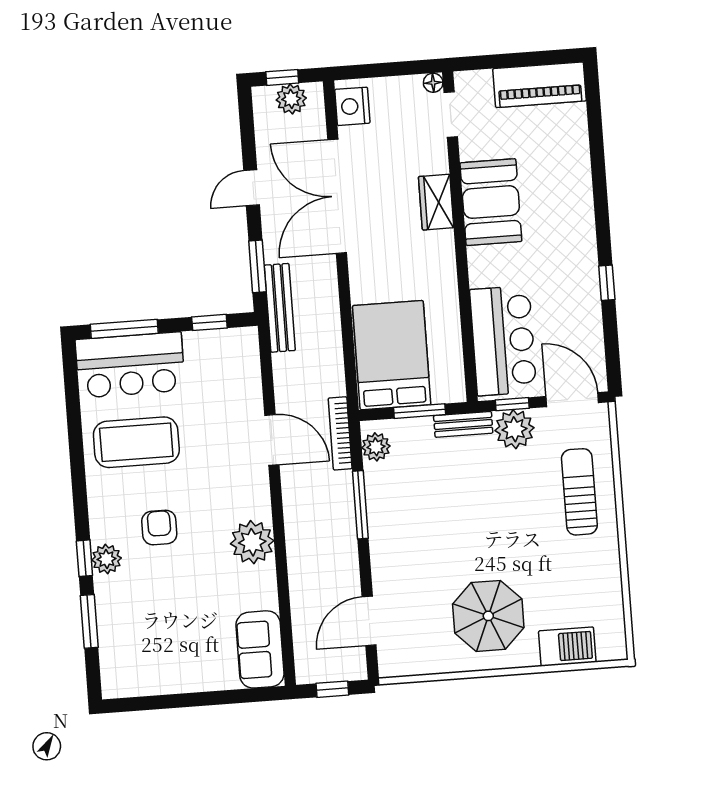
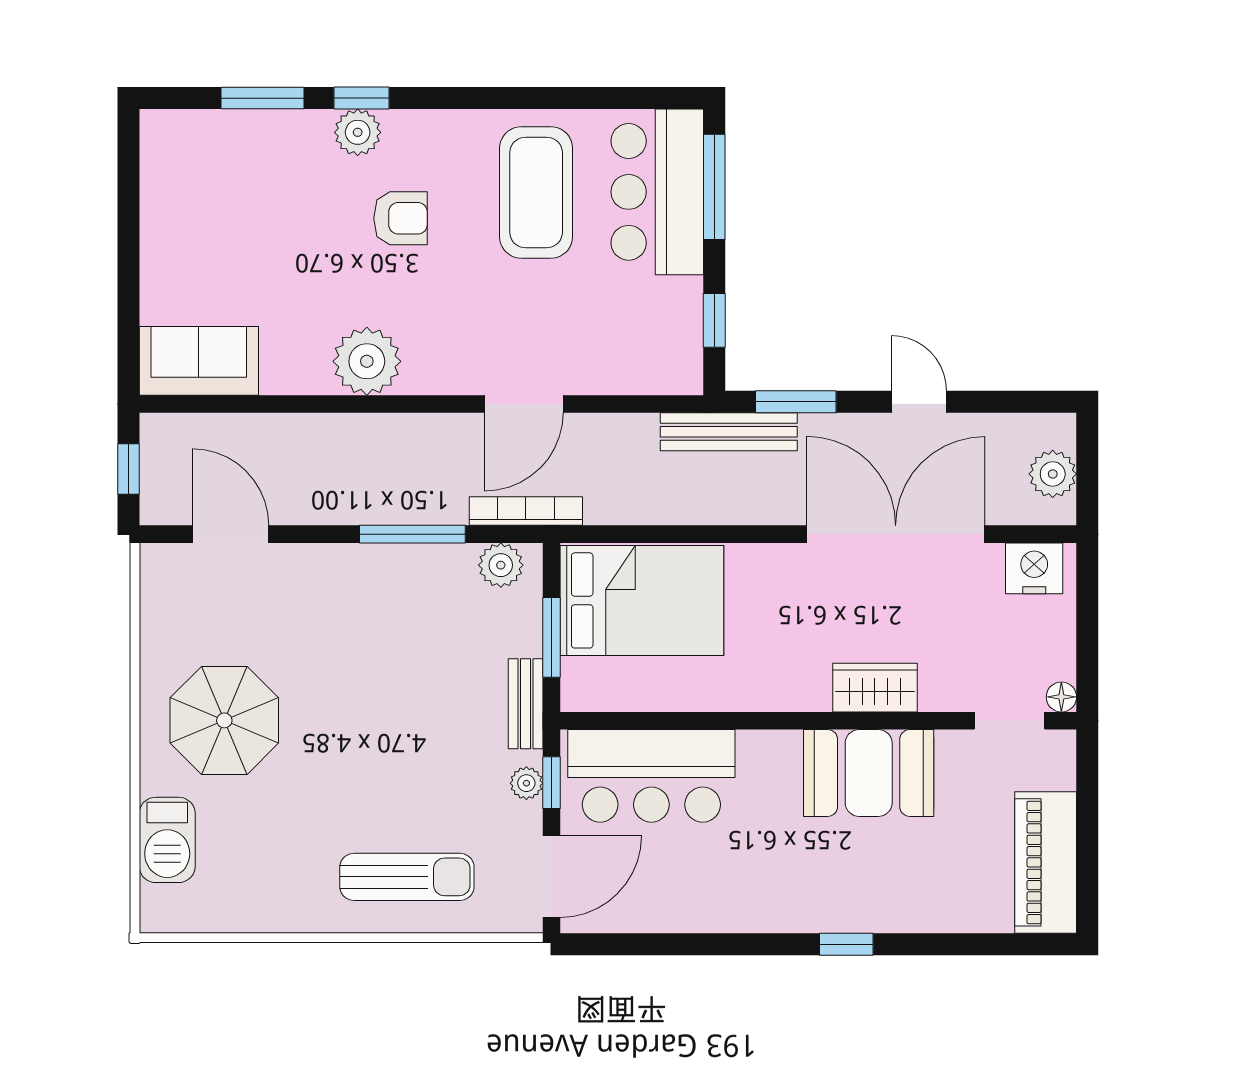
window: (282, 77) -> (1087, 463), removed
window: (607, 283) -> (846, 944), moved
plant: (514, 429) -> (526, 783), width x0.53, depth x0.53

